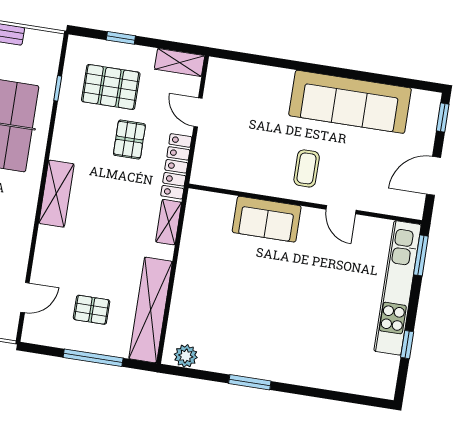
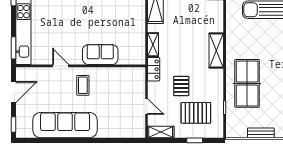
locker: (176, 166) -> (154, 69), width x0.66

